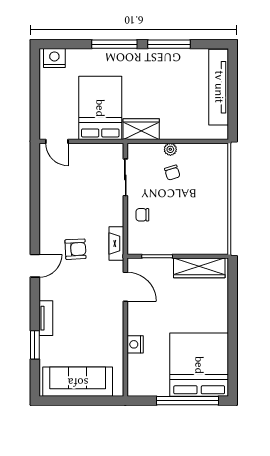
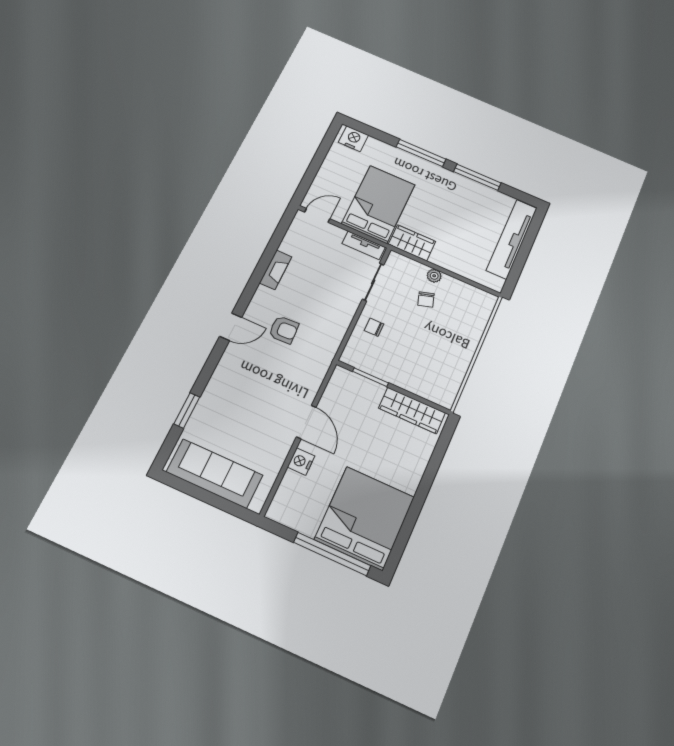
door: (57, 141) -> (317, 215), swing flipped
fireplace: (116, 244) -> (276, 270), moved, turned 180
door: (125, 287) -> (306, 422), moved
tv unit: (46, 318) -> (364, 245), moved, turned 90

